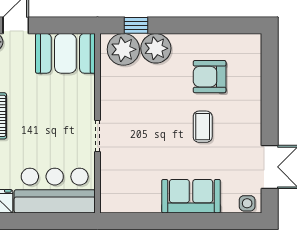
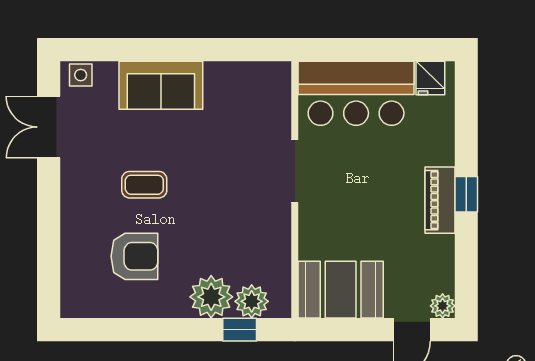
plant: (123, 49) -> (252, 301), width x0.73, depth x0.73
coffee table: (203, 127) -> (144, 185), turned 90
doorway: (98, 136) -> (295, 171), width x1.38

